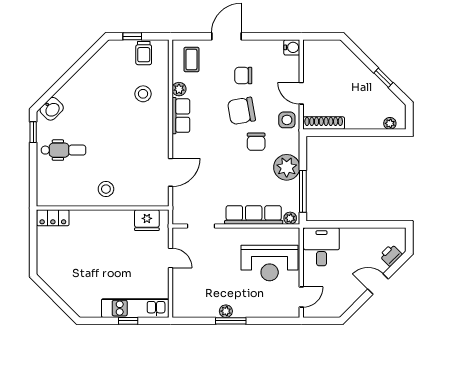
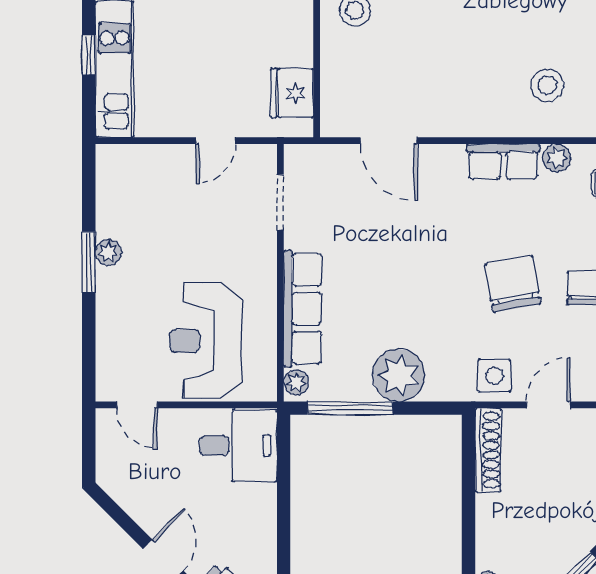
chair: (256, 142) -> (450, 314), removed

